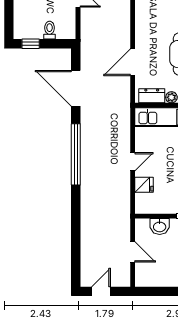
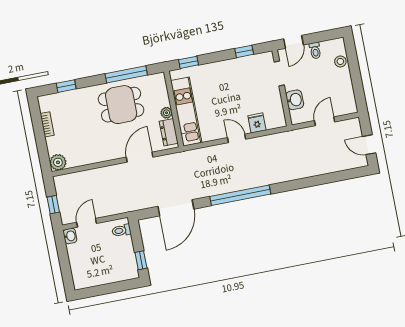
toilet: (50, 30) -> (121, 230), moved
door: (133, 62) -> (140, 157), swing flipped

